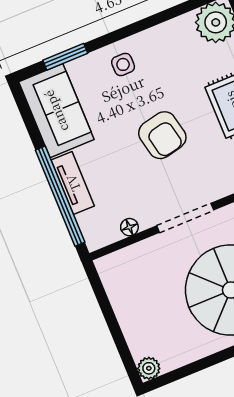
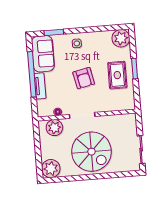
window: (60, 196) -> (32, 74), moved
plant: (133, 264) -> (54, 128), added
plant: (149, 368) -> (51, 169), width x1.87, depth x1.87

